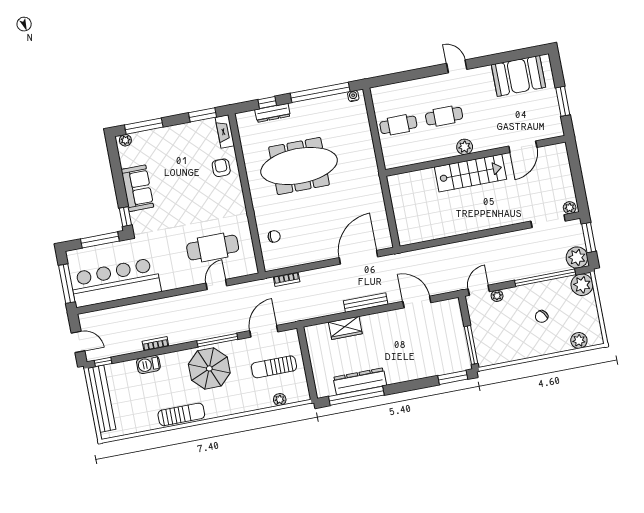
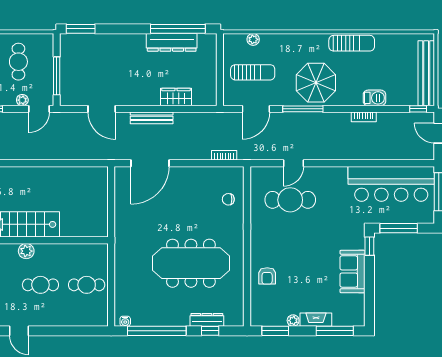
fireplace: (225, 131) -> (316, 320), moved, turned -90
plant: (125, 140) -> (293, 321), moved
cafe table: (508, 333) -> (18, 62), added
window: (471, 345) -> (57, 76), moved
sun lounger: (181, 414) -> (352, 43), turned 180

